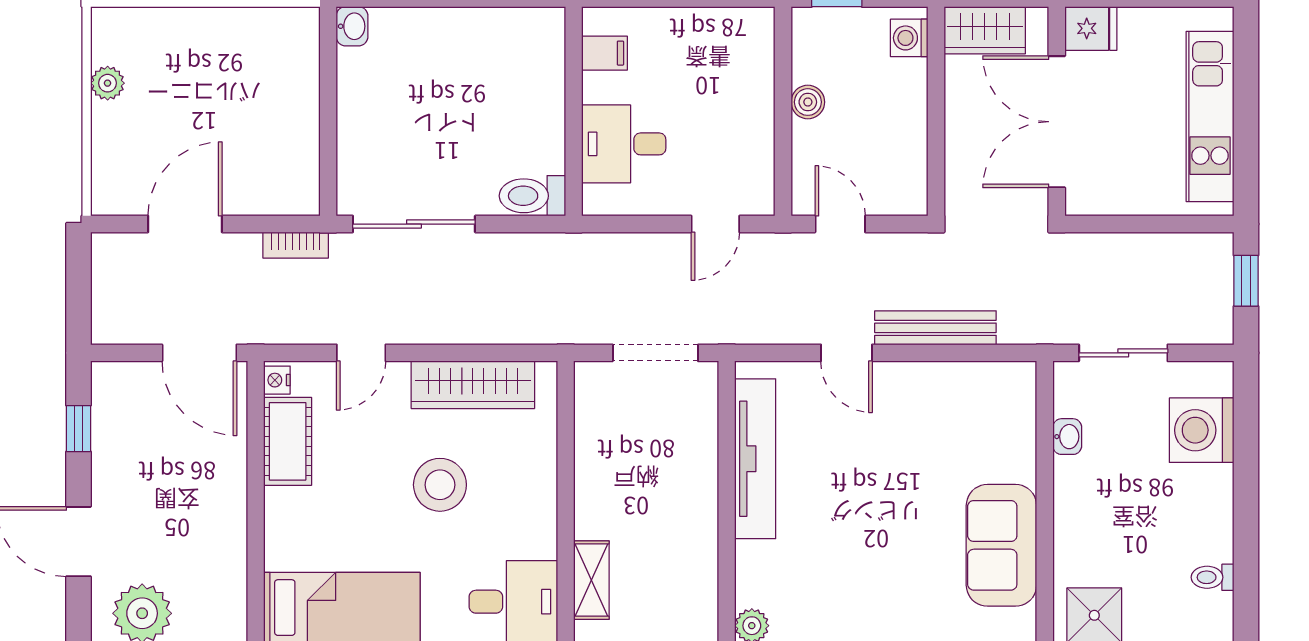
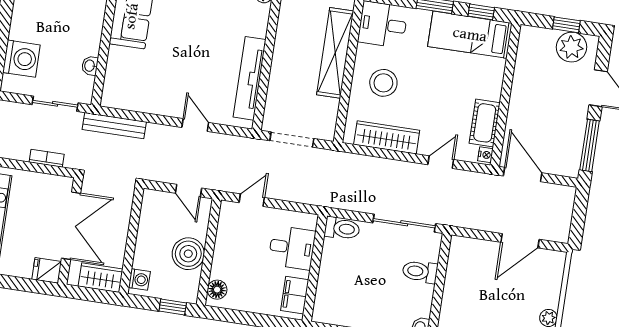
floor lamp: (756, 41) -> (217, 290), added
filing cabinet: (605, 53) -> (295, 295), width x2.00
boiler: (808, 102) -> (188, 254), width x1.86, depth x1.86
toilet: (369, 135) -> (420, 272), added
bookcase: (296, 245) -> (47, 158), moved
bench: (935, 328) -> (114, 126), moved
window: (78, 429) -> (590, 145), width x2.17
stool: (440, 485) -> (383, 83), moved
shelving: (591, 580) -> (335, 53), width x2.20, depth x1.33

